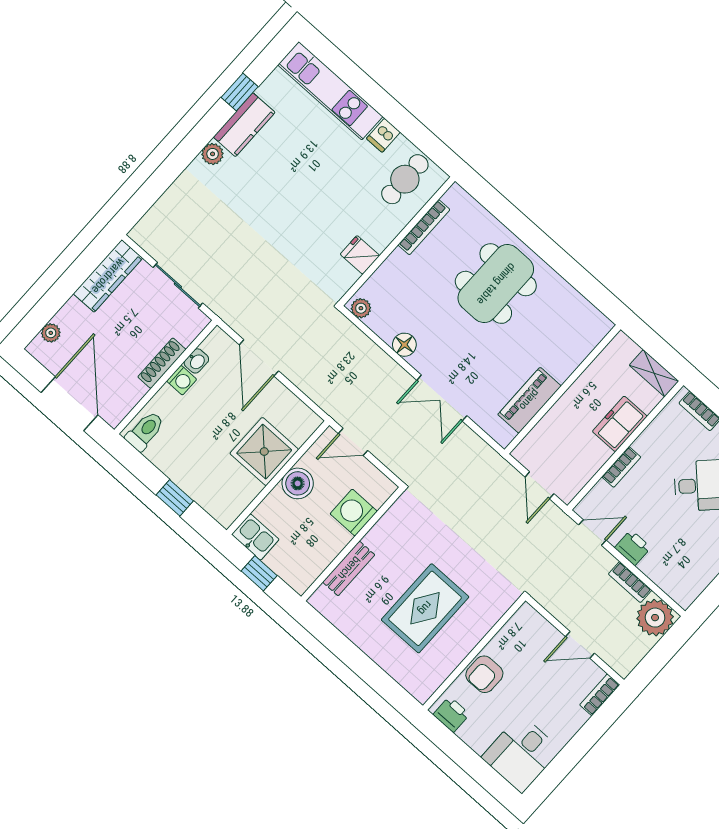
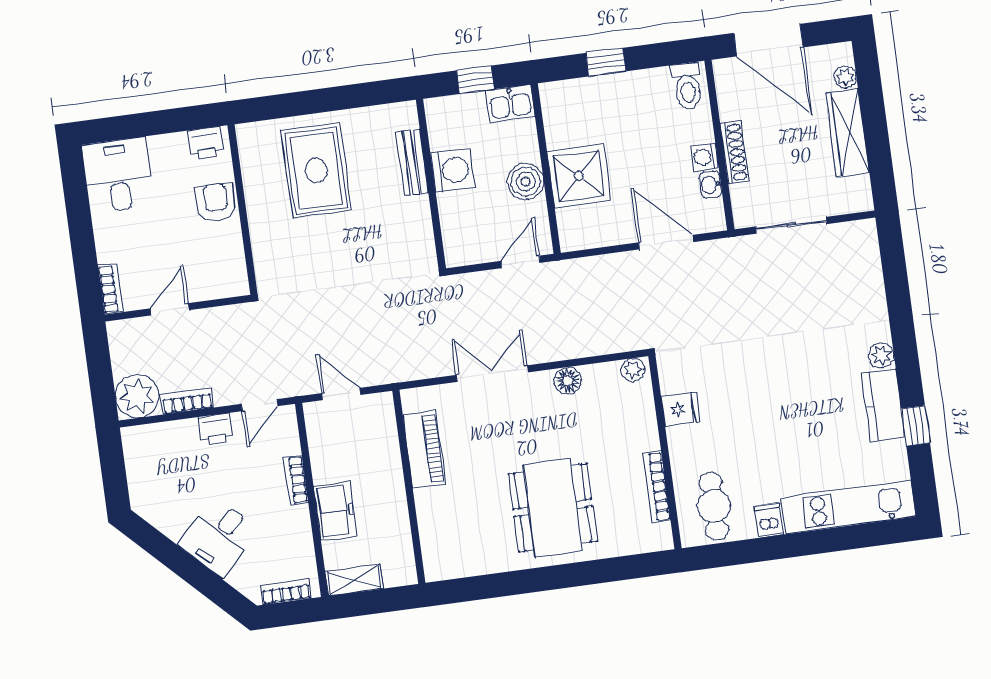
wardrobe: (108, 276) -> (847, 133), moved
washing machine: (354, 513) -> (452, 170), moved
rug: (425, 608) -> (316, 170), moved

